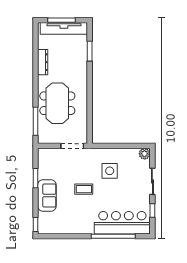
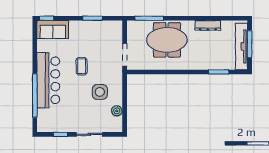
plant: (145, 154) -> (117, 111), moved
sofa: (47, 196) -> (53, 30), moved
bar counter: (122, 223) -> (48, 80), moved

